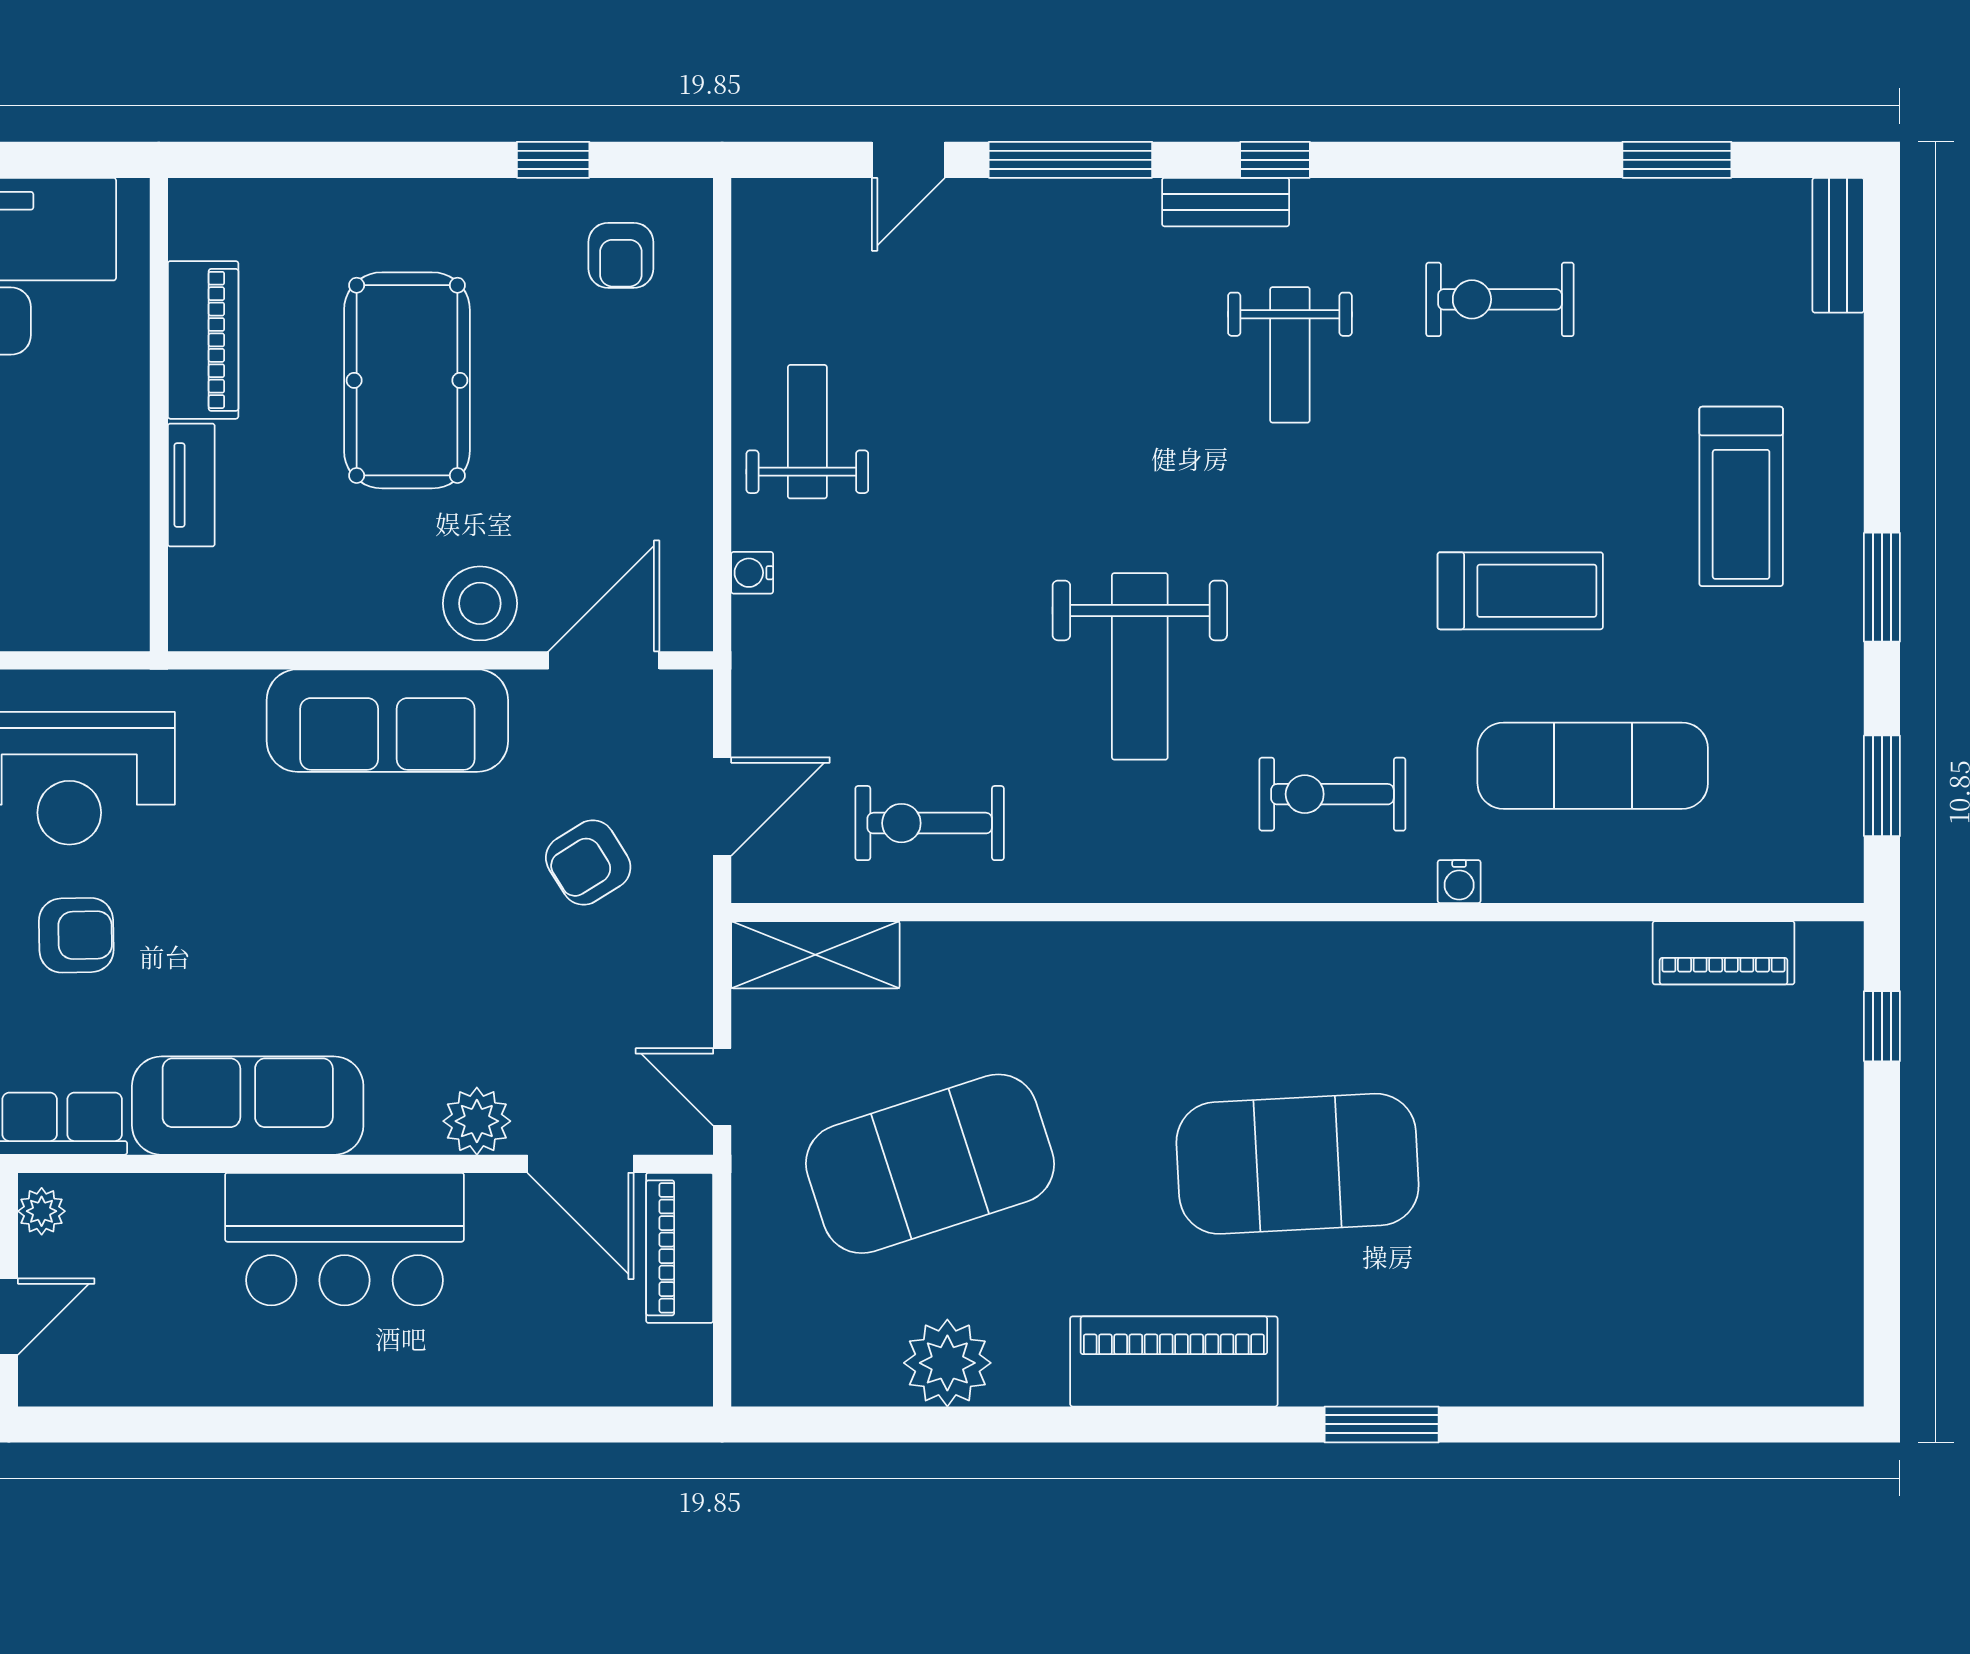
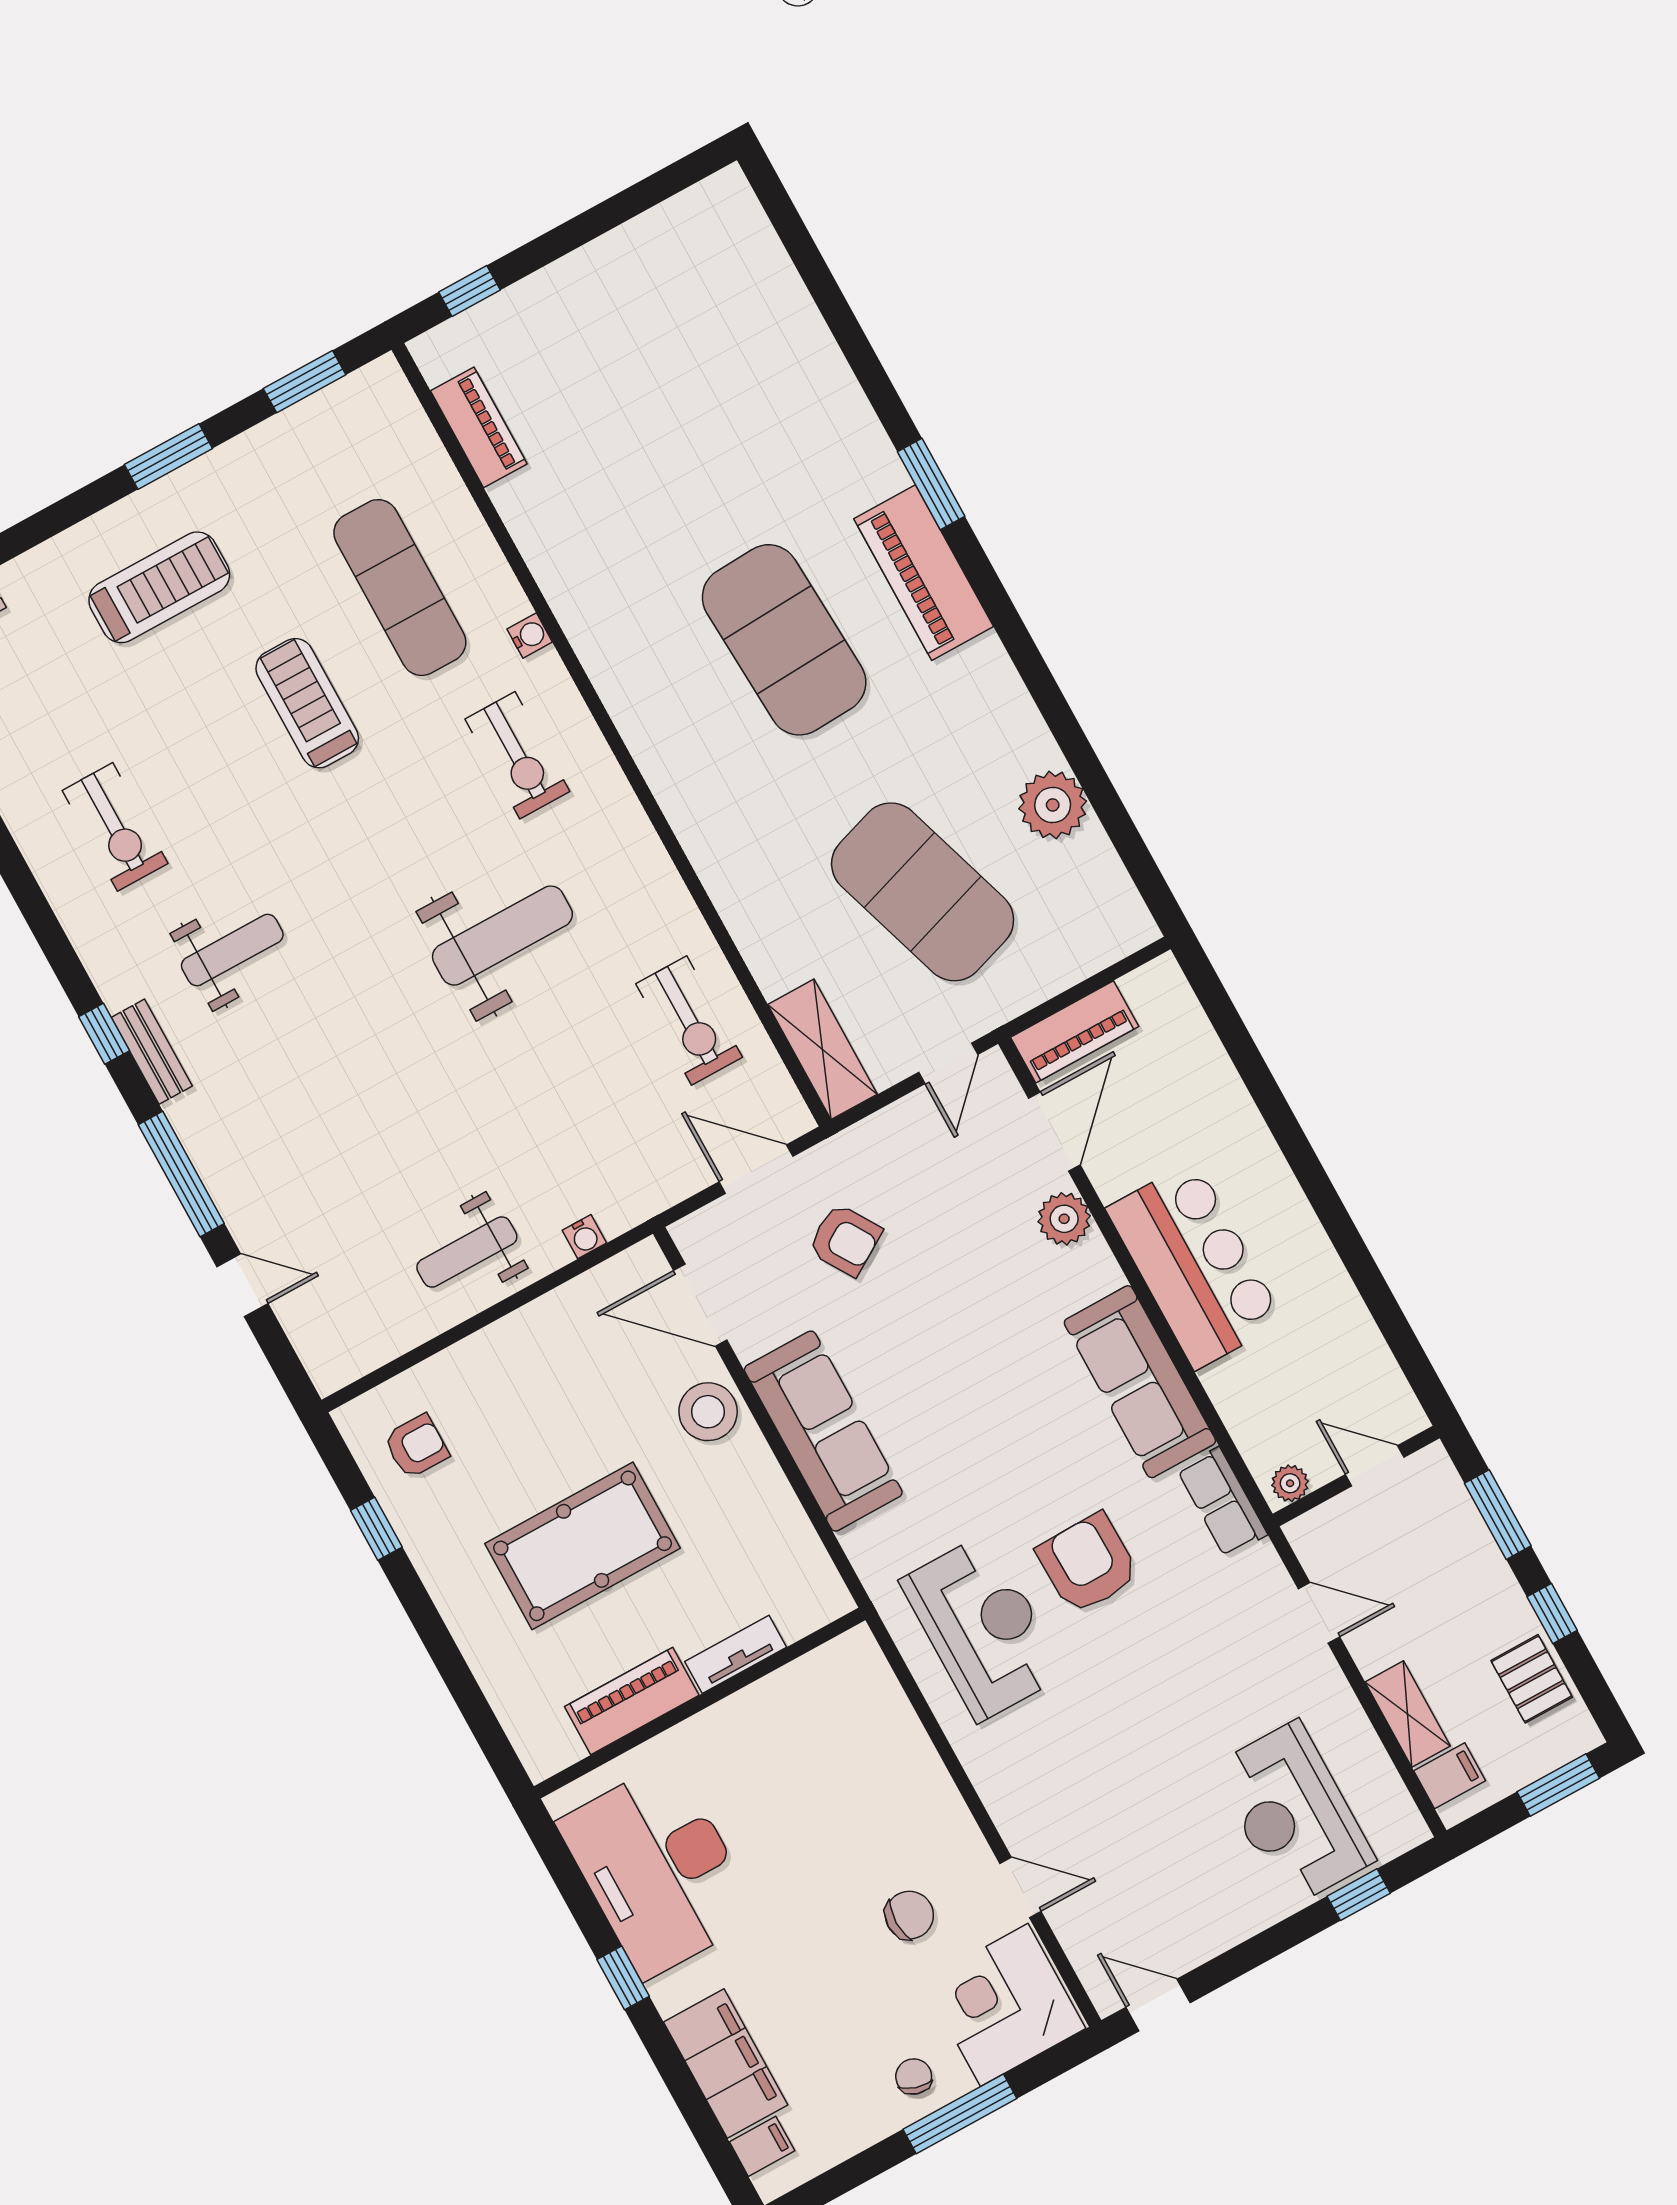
armchair: (76, 935) -> (1088, 1563), width x1.38, depth x1.38
piano: (1174, 1361) -> (924, 573), moved

